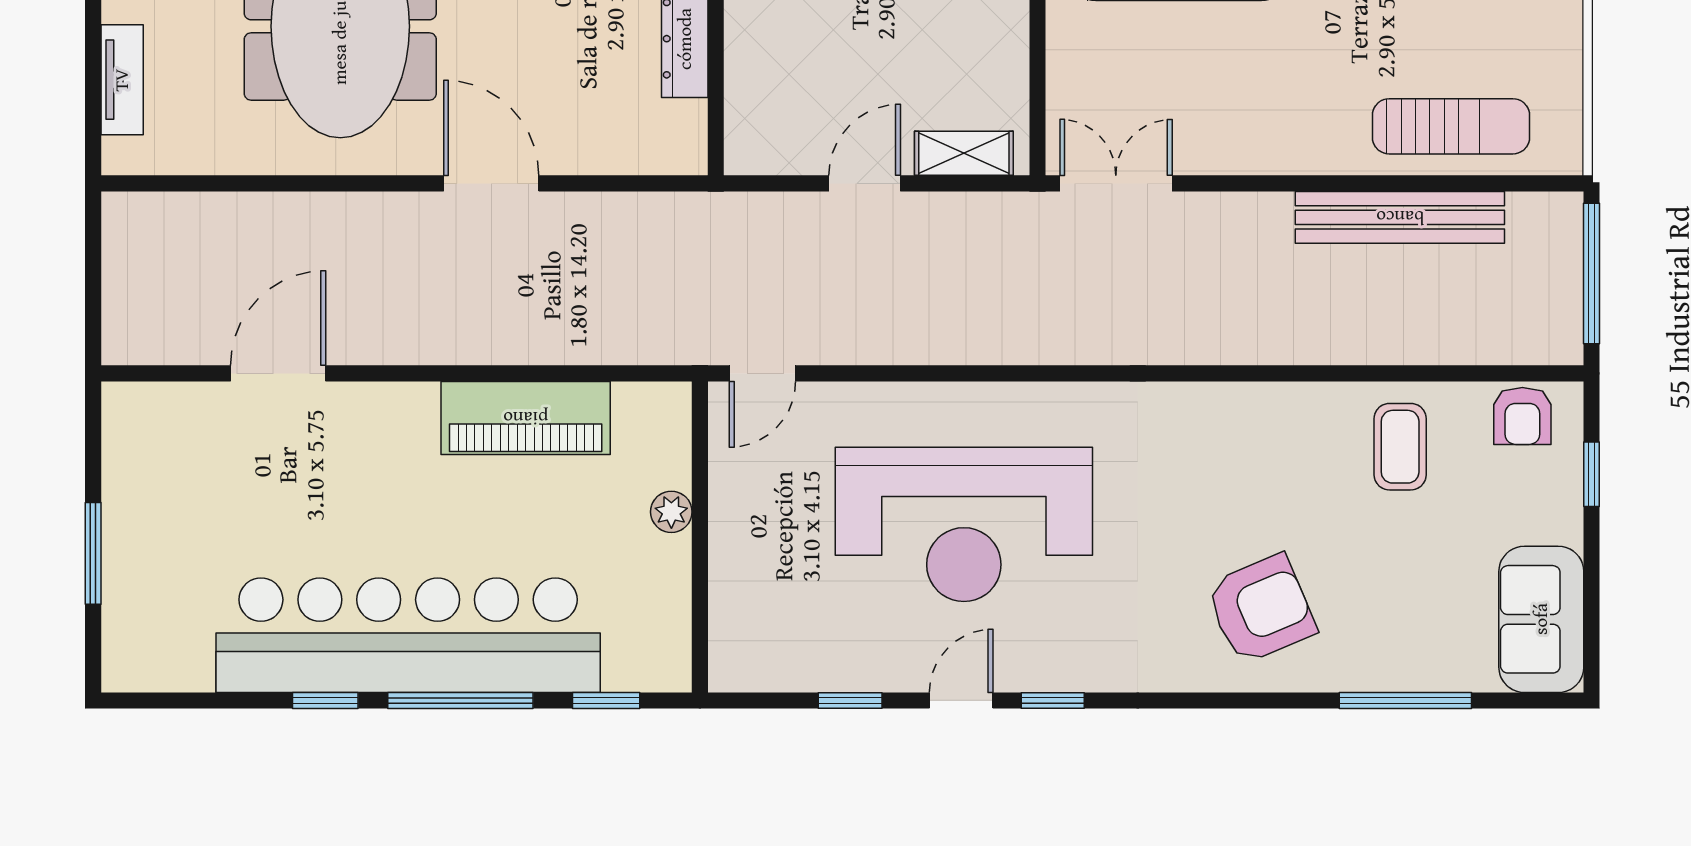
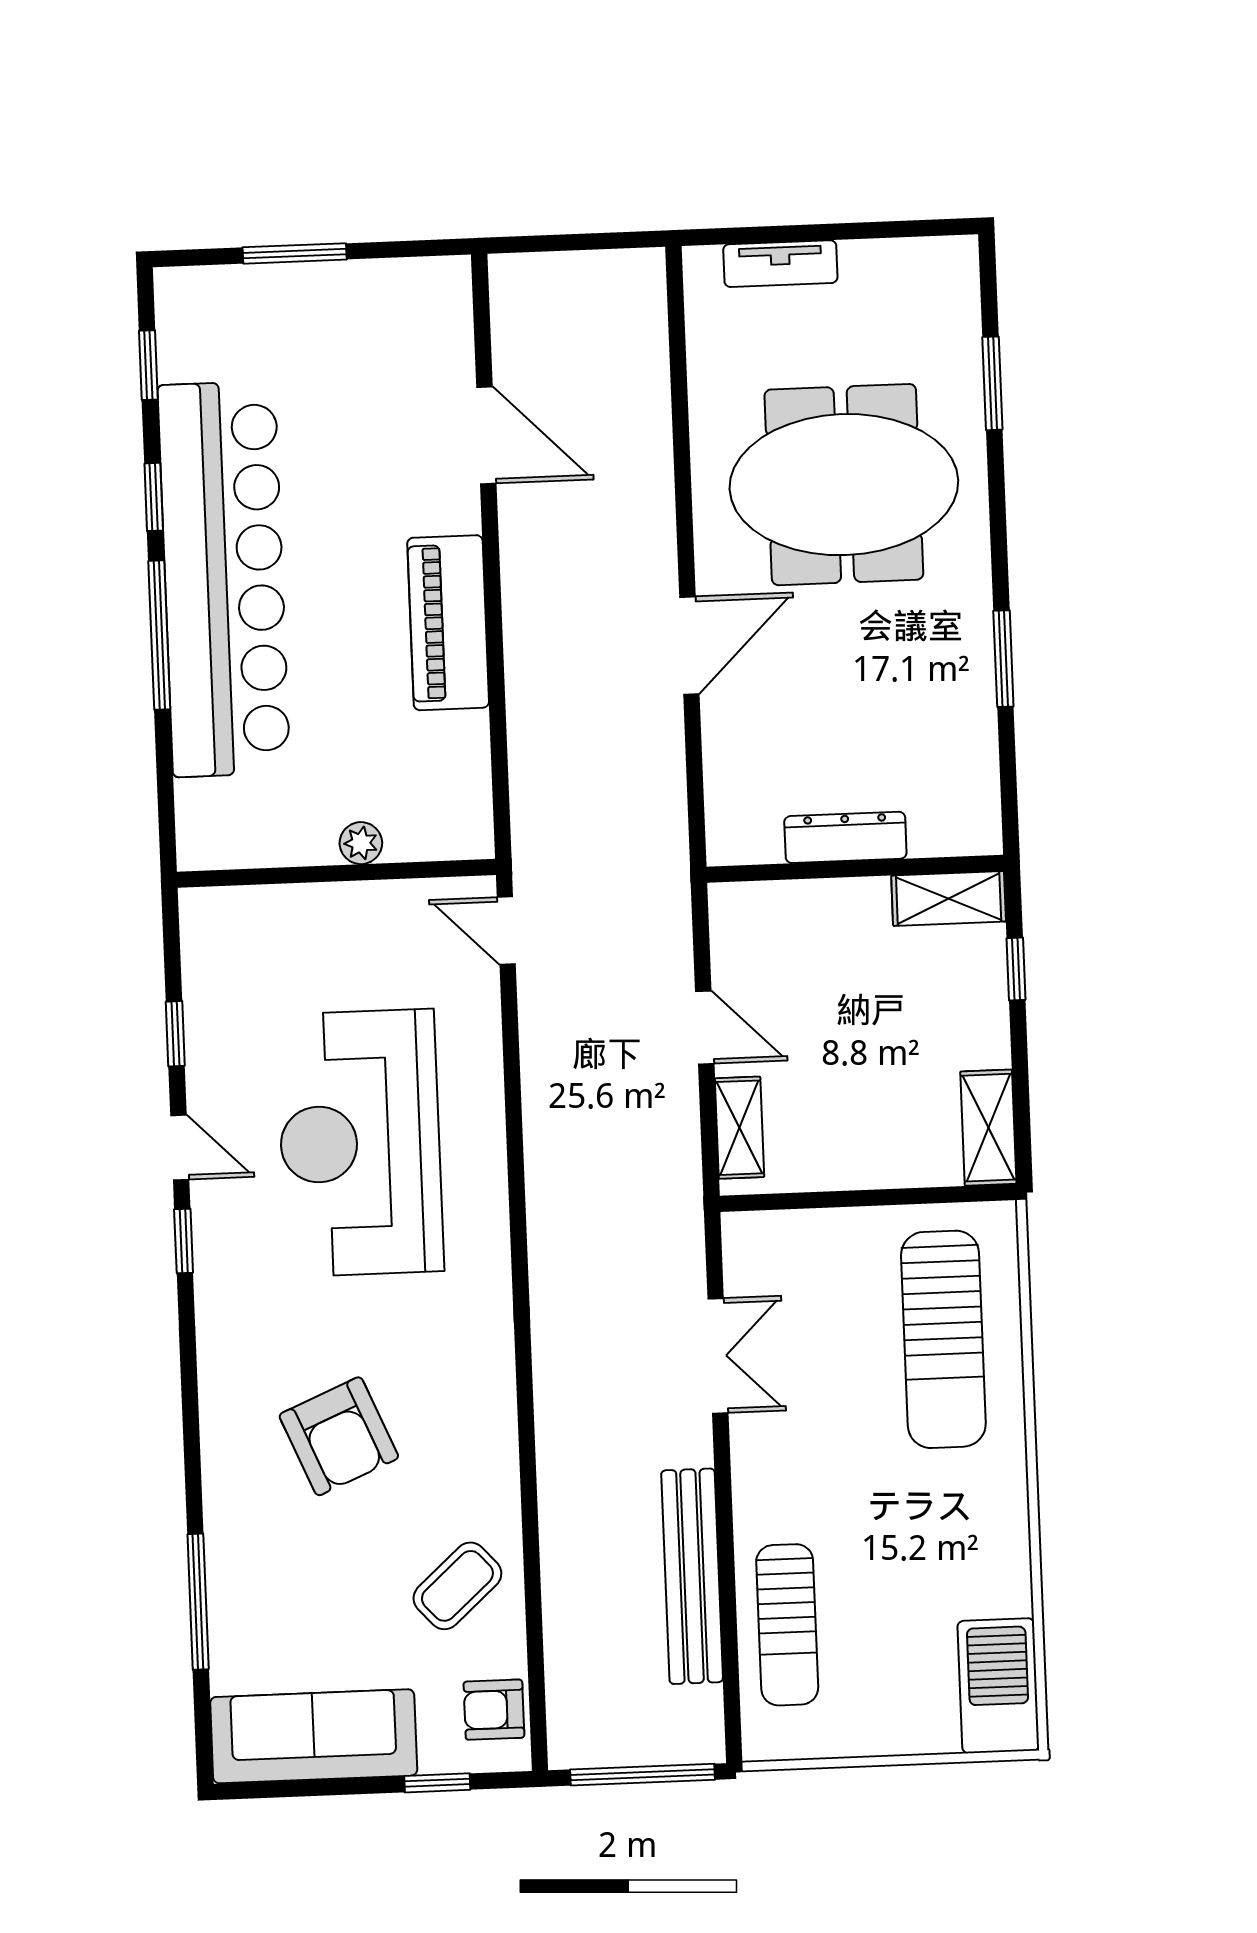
double door: (1116, 183) -> (718, 1356), moved
piano: (526, 418) -> (448, 623), moved
coffee table: (1400, 447) -> (457, 1586), turned -42
armchair: (1261, 609) -> (339, 1436), moved
sofa: (1541, 619) -> (314, 1736), width x1.36
window: (606, 700) -> (148, 365), moved

